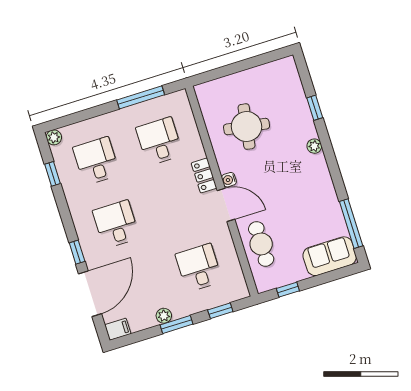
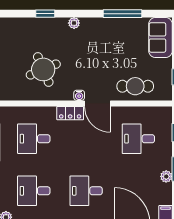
round table: (247, 127) -> (43, 69), turned -32
door: (226, 205) -> (97, 103), swing flipped
window: (351, 224) -> (123, 14), moved

